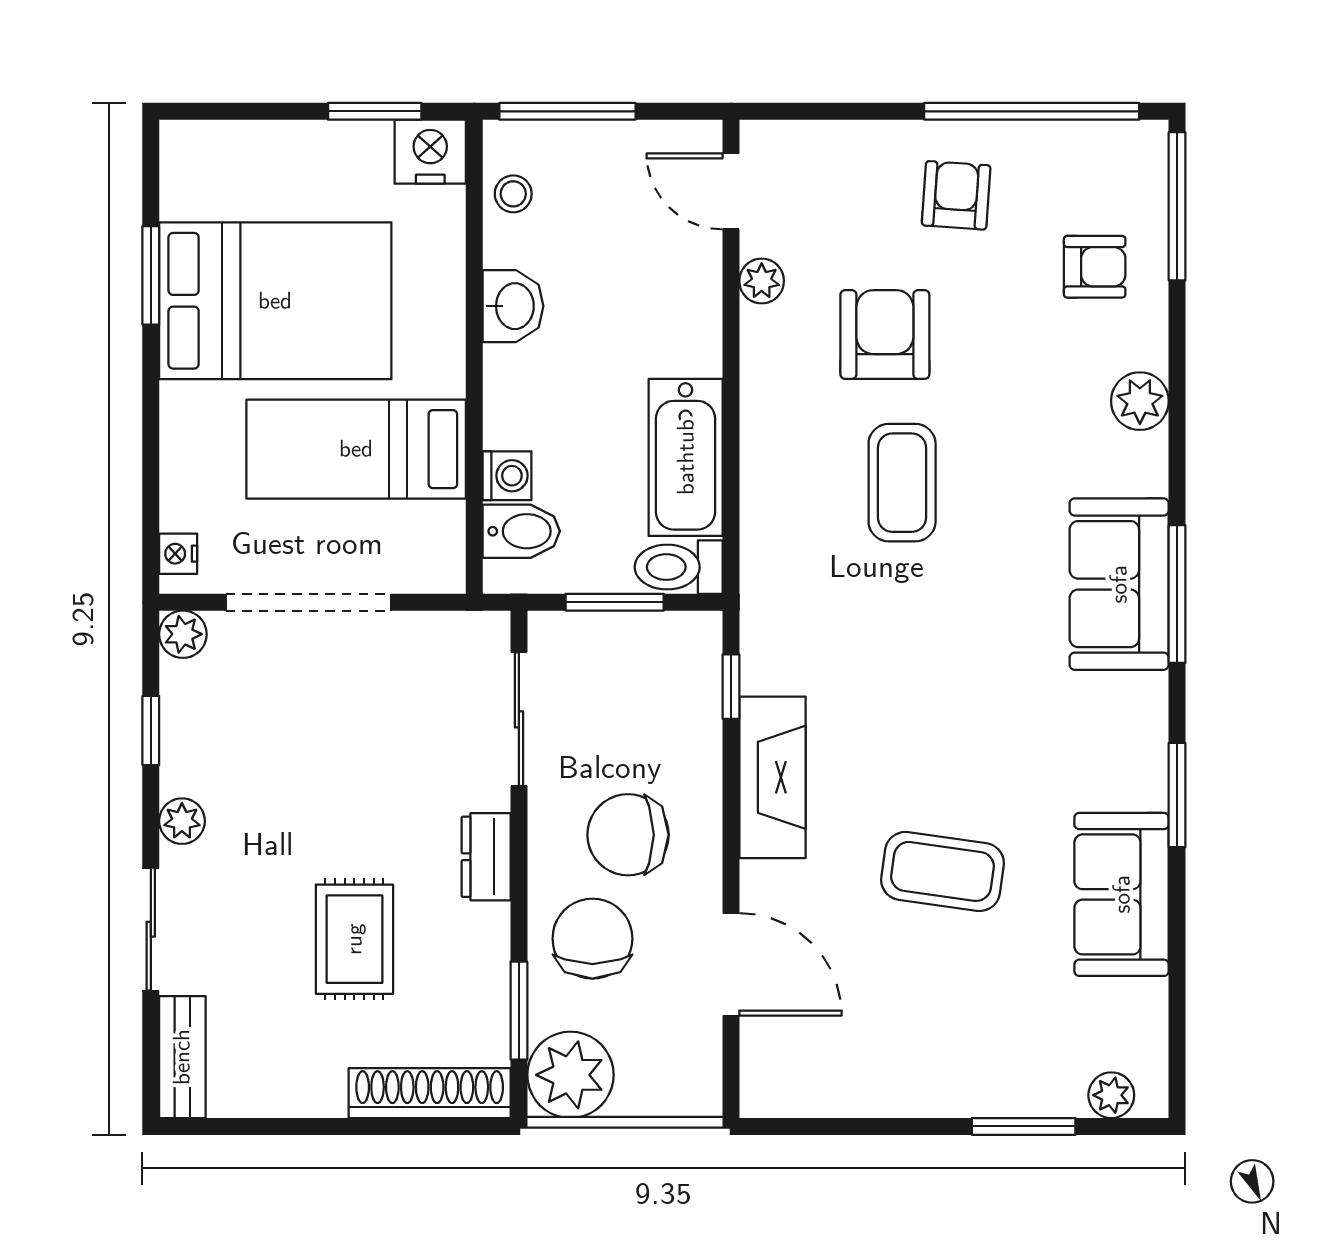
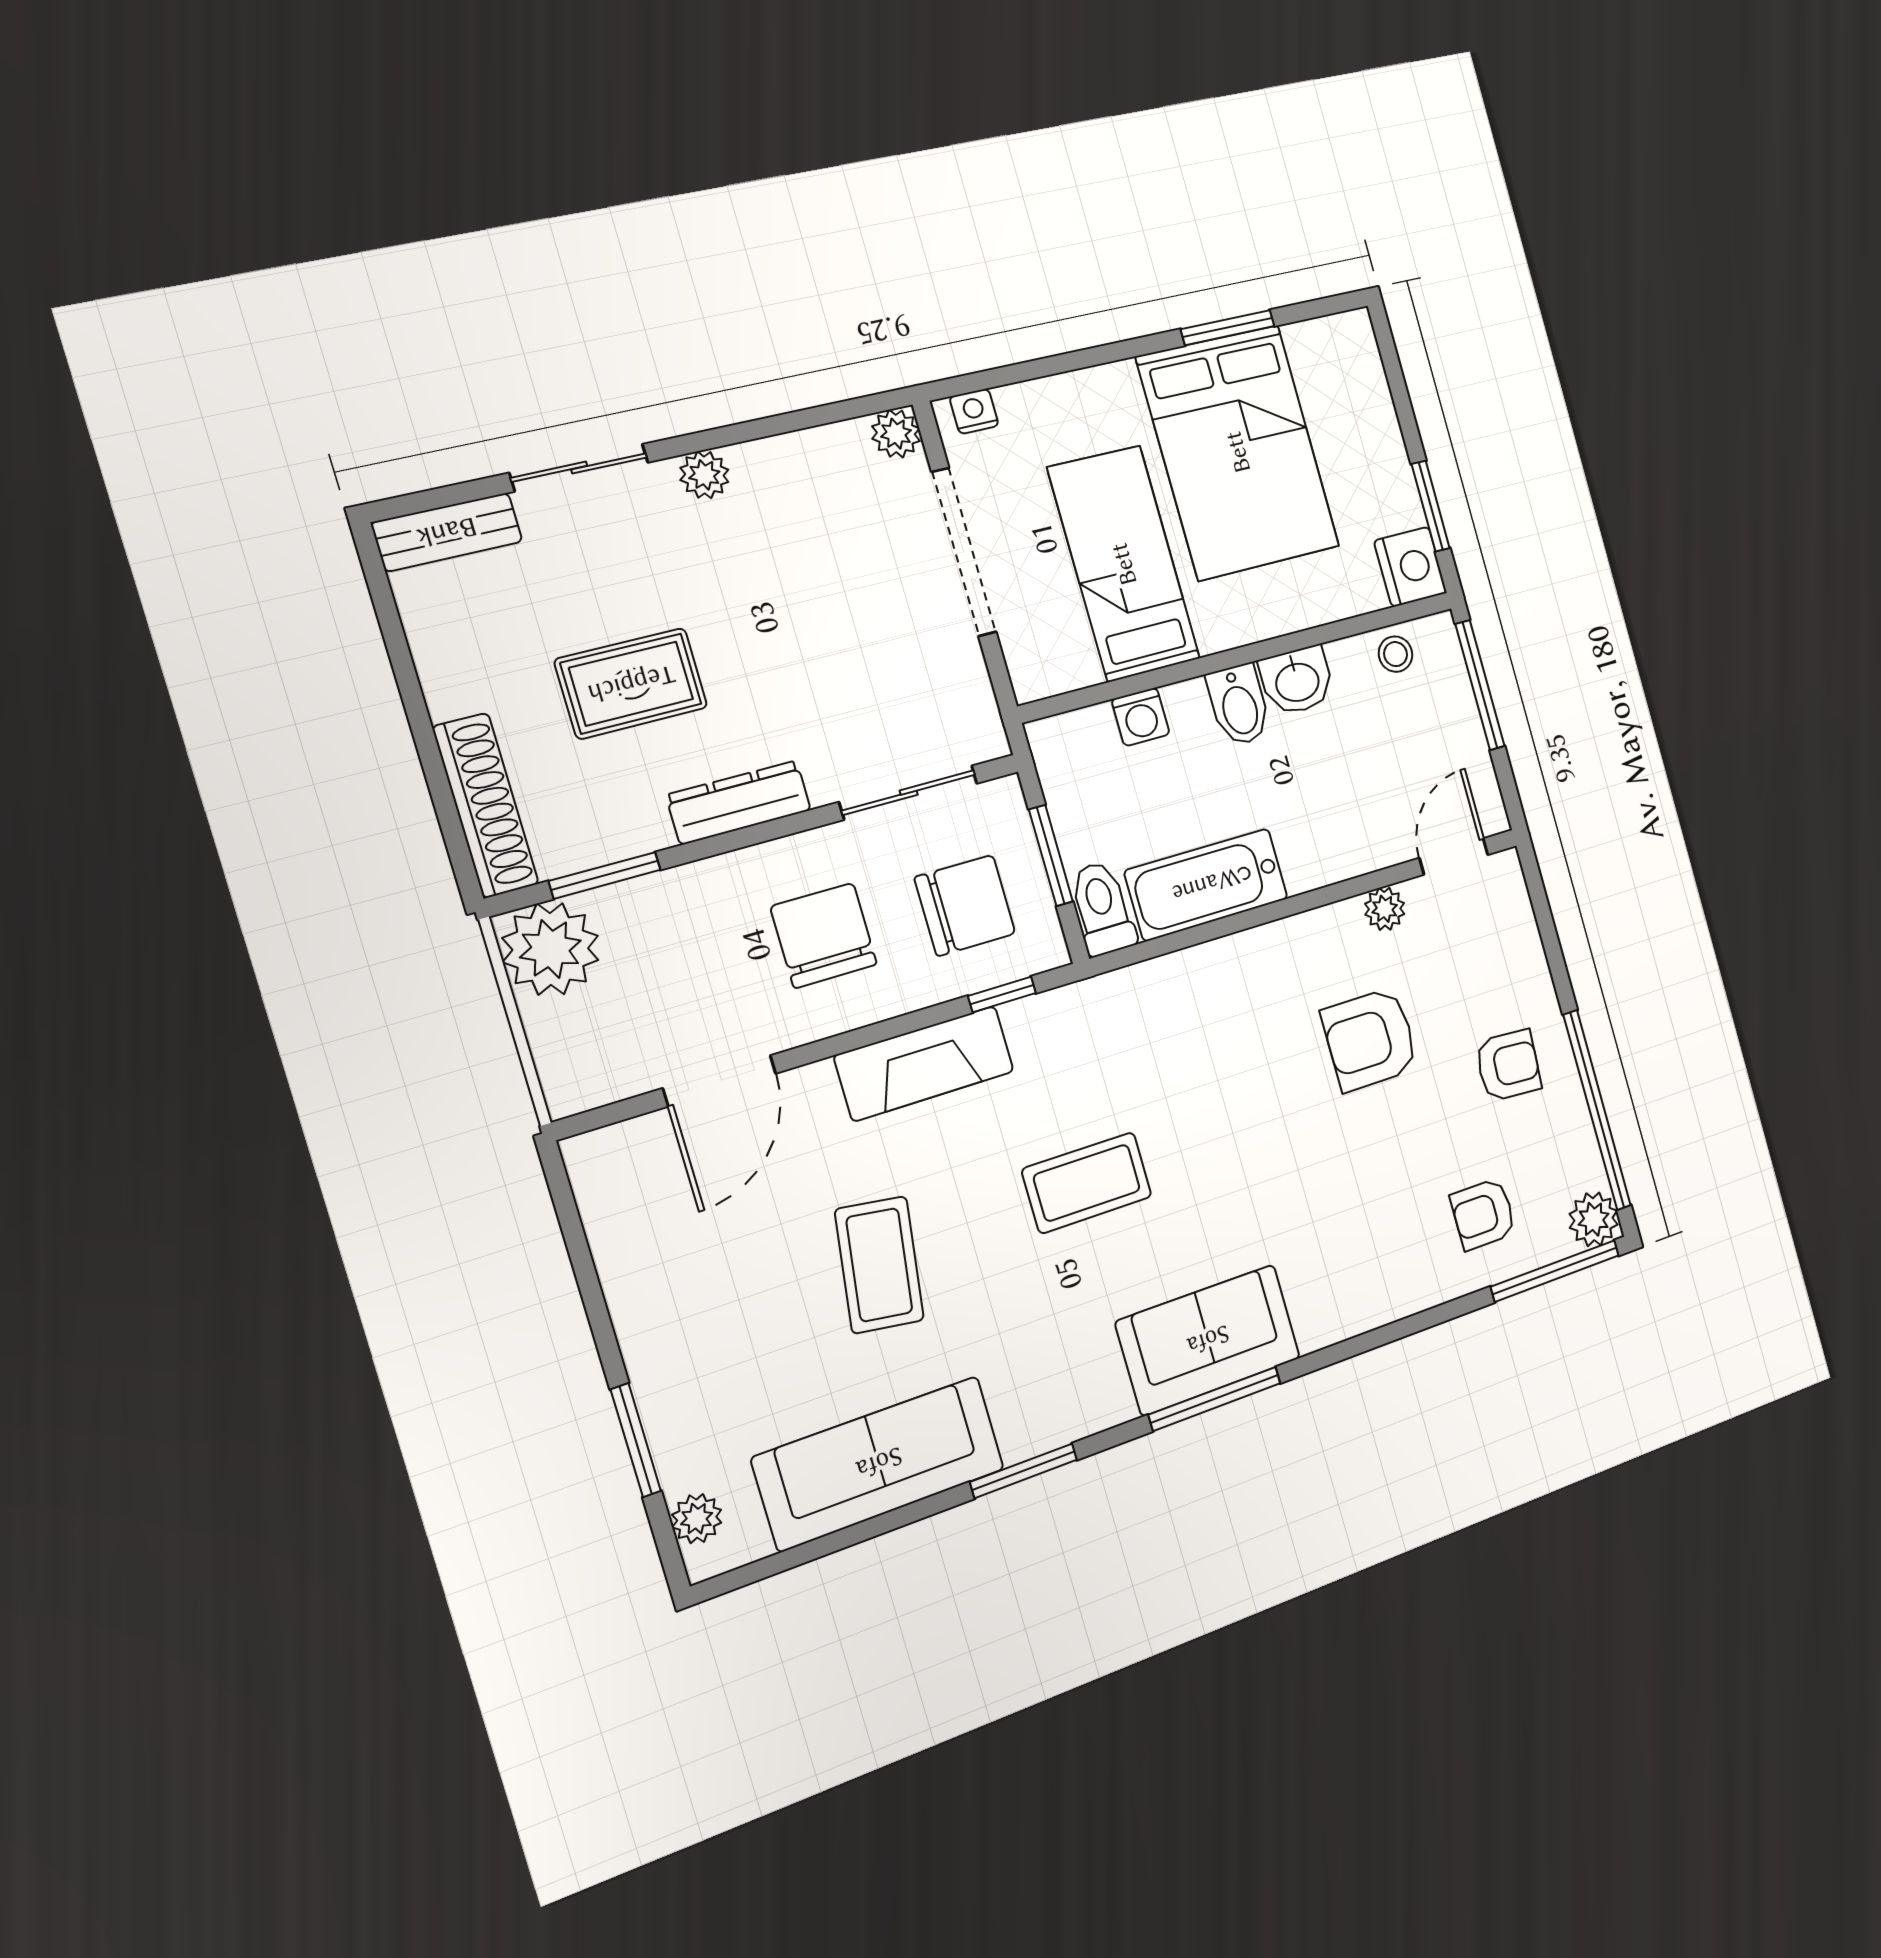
armchair: (1095, 267) -> (1483, 1214), turned 90
armchair: (885, 335) -> (1370, 1039), turned 180
plant: (1140, 401) -> (1594, 1219), moved
coffee table: (902, 483) -> (1087, 1183), moved
bidet: (521, 531) -> (1239, 705), moved
window: (151, 731) -> (789, 422), removed
dresser: (486, 857) -> (739, 802), width x1.44
sofa: (1122, 894) -> (879, 1463), width x1.36
chair: (592, 939) -> (965, 905), moved

